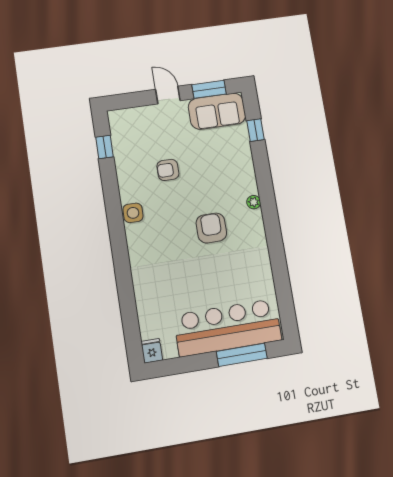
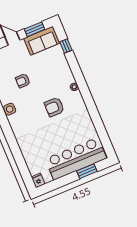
armchair: (211, 228) -> (54, 107), turned -90
window: (242, 355) -> (87, 171), width x0.69

